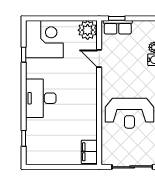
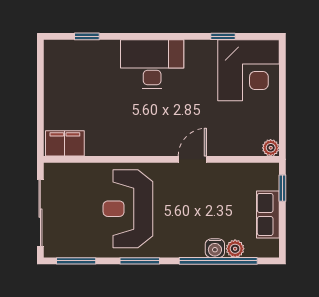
row of seats: (118, 27) -> (268, 214), moved
plant: (88, 30) -> (271, 148), width x0.53, depth x0.53
door: (99, 59) -> (192, 159), moved

